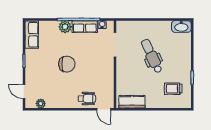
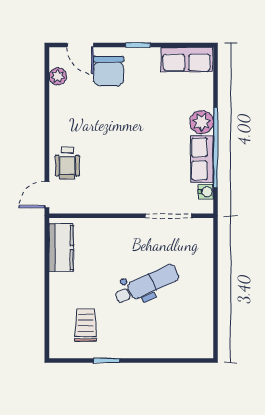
washbasin: (181, 27) -> (202, 340), removed
chair: (67, 64) -> (109, 71), moved
door: (24, 92) -> (80, 45), swing flipped

